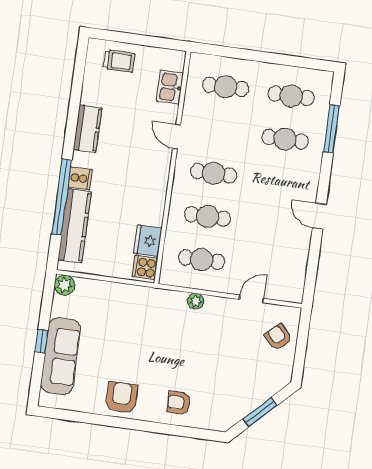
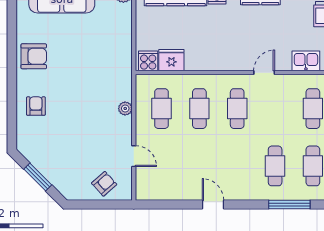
door: (319, 216) -> (213, 205), hinge flipped

